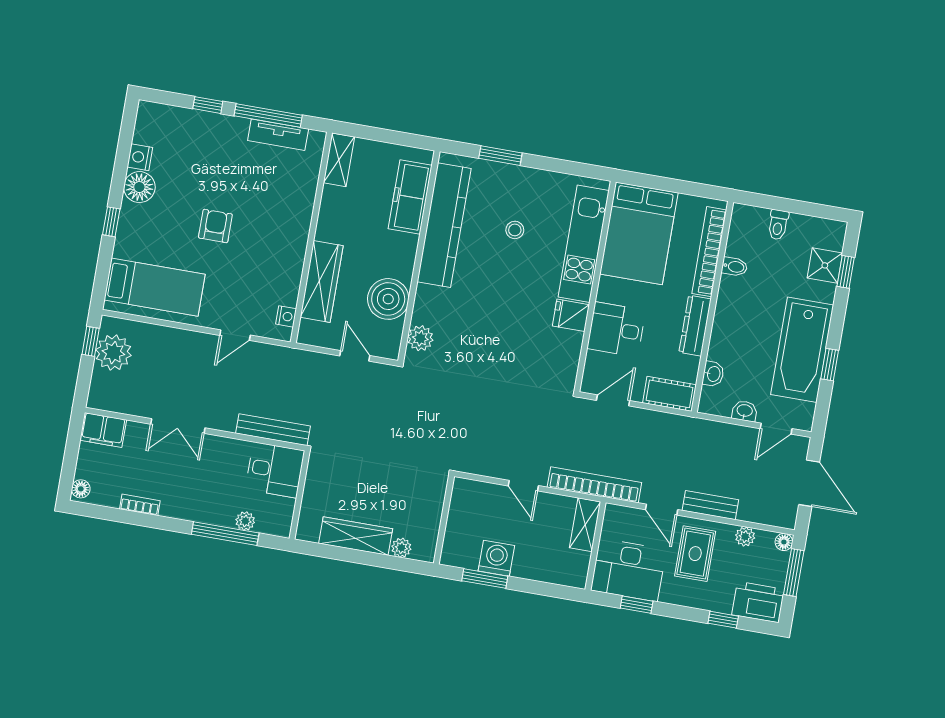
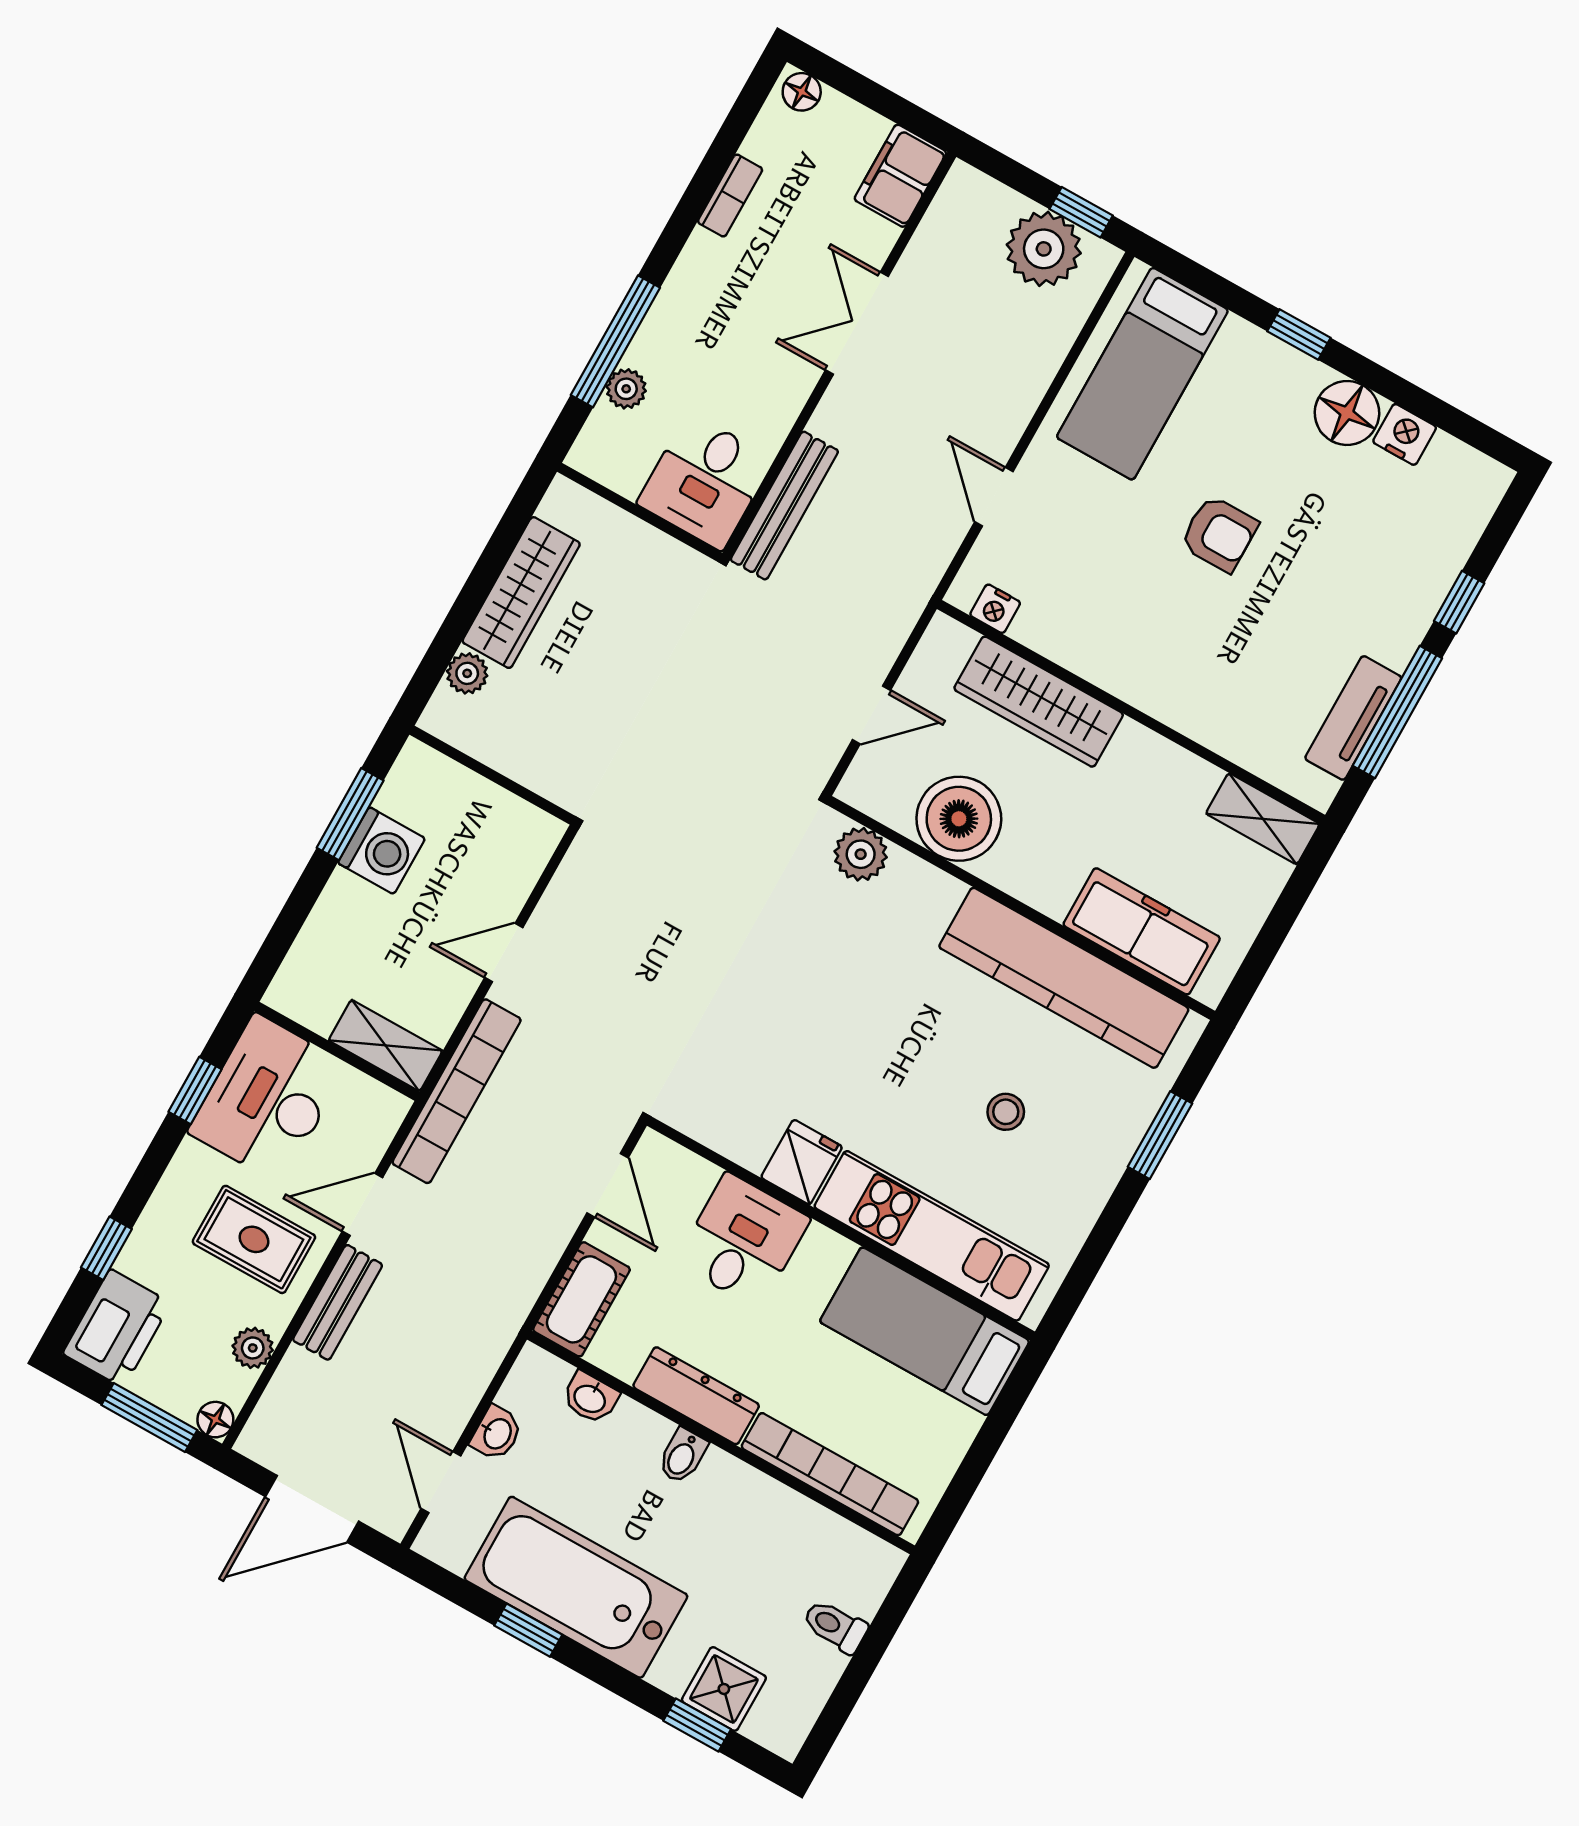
bed: (639, 233) -> (925, 1331), width x0.67
bidet: (734, 267) -> (683, 1456), moved

